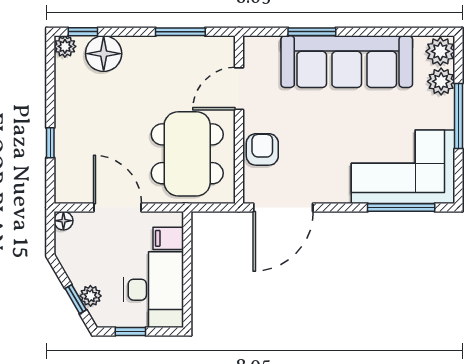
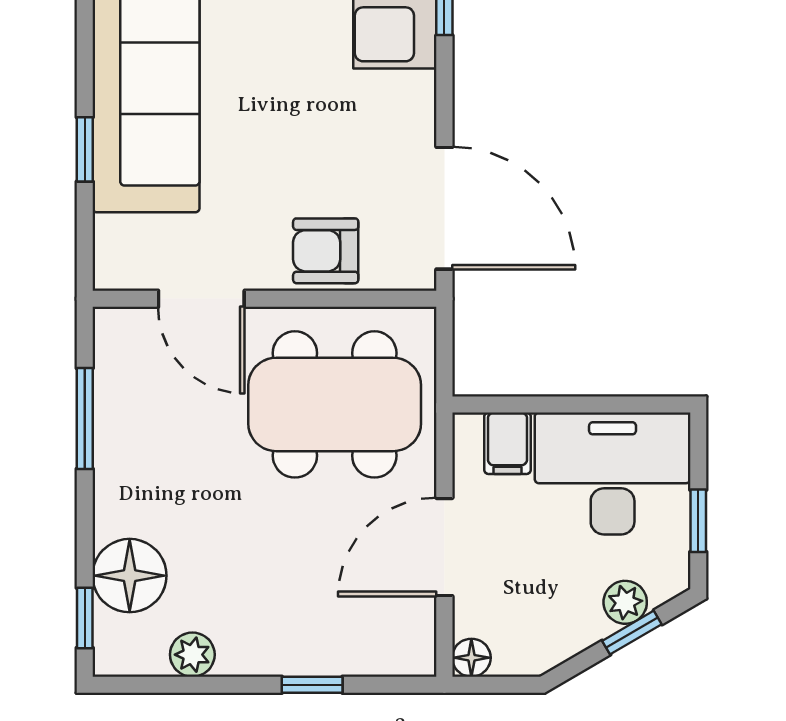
window: (312, 32) -> (85, 149), width x0.67
plant: (65, 46) -> (192, 655), moved

